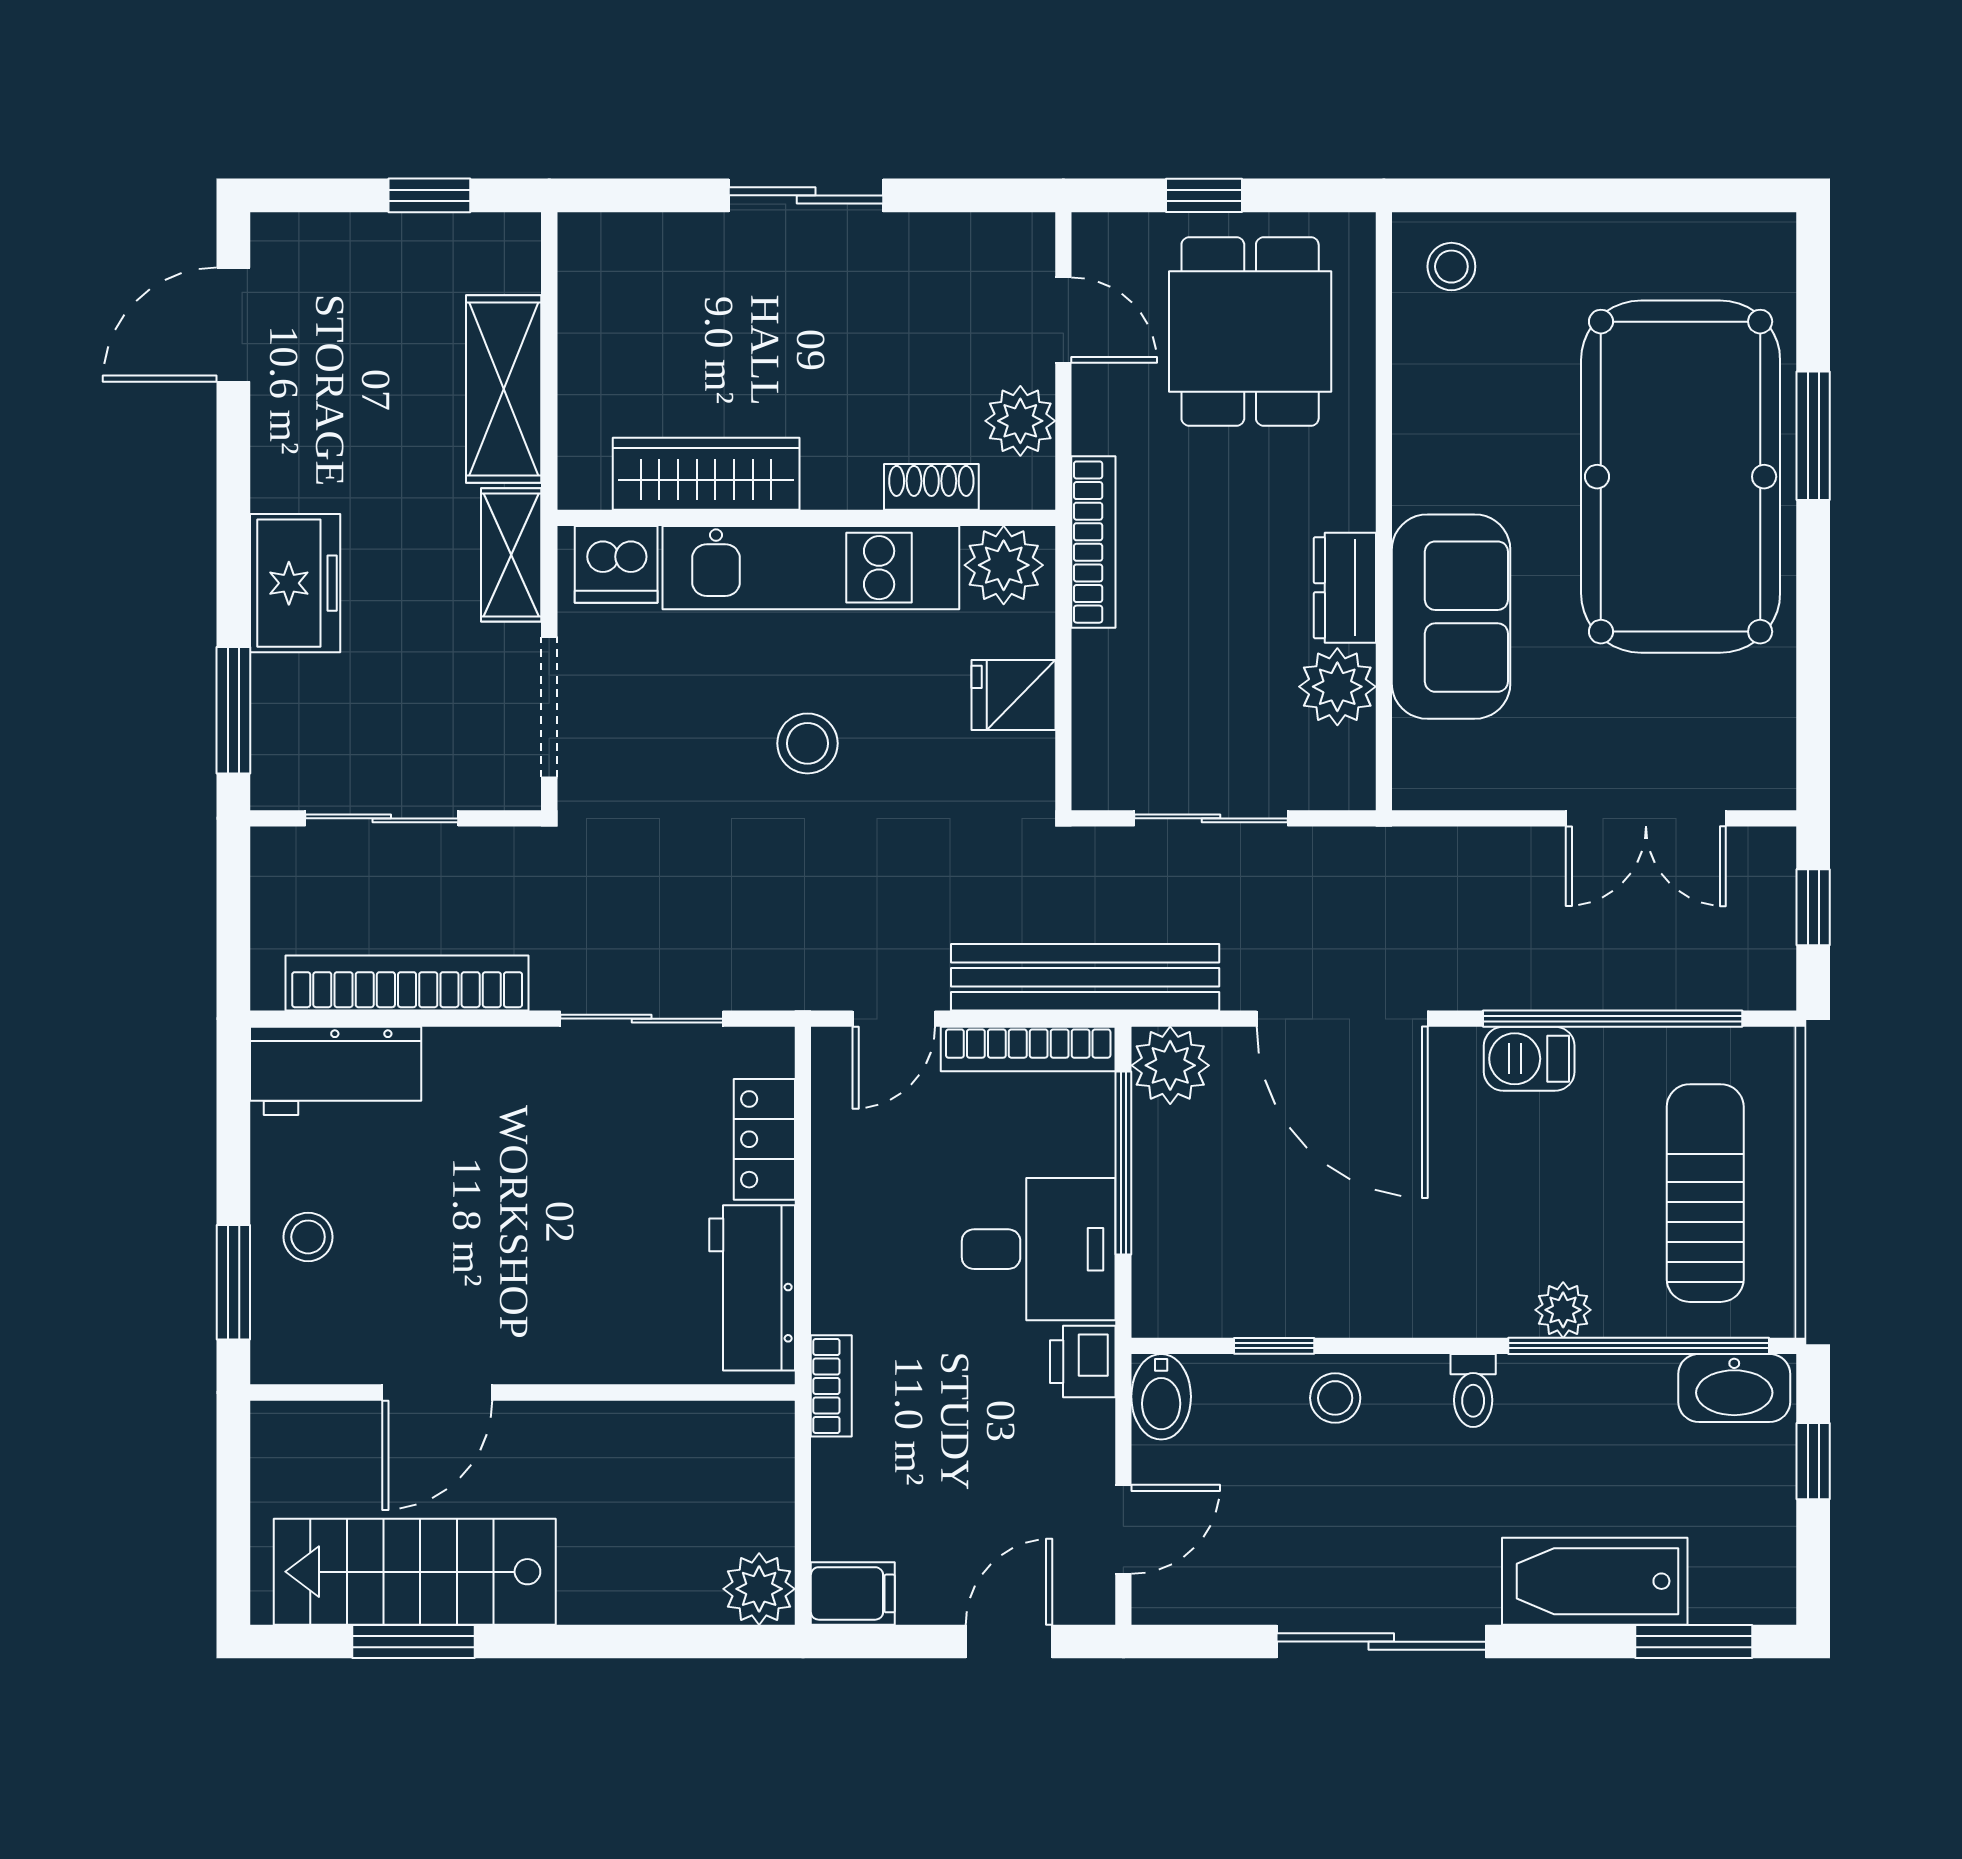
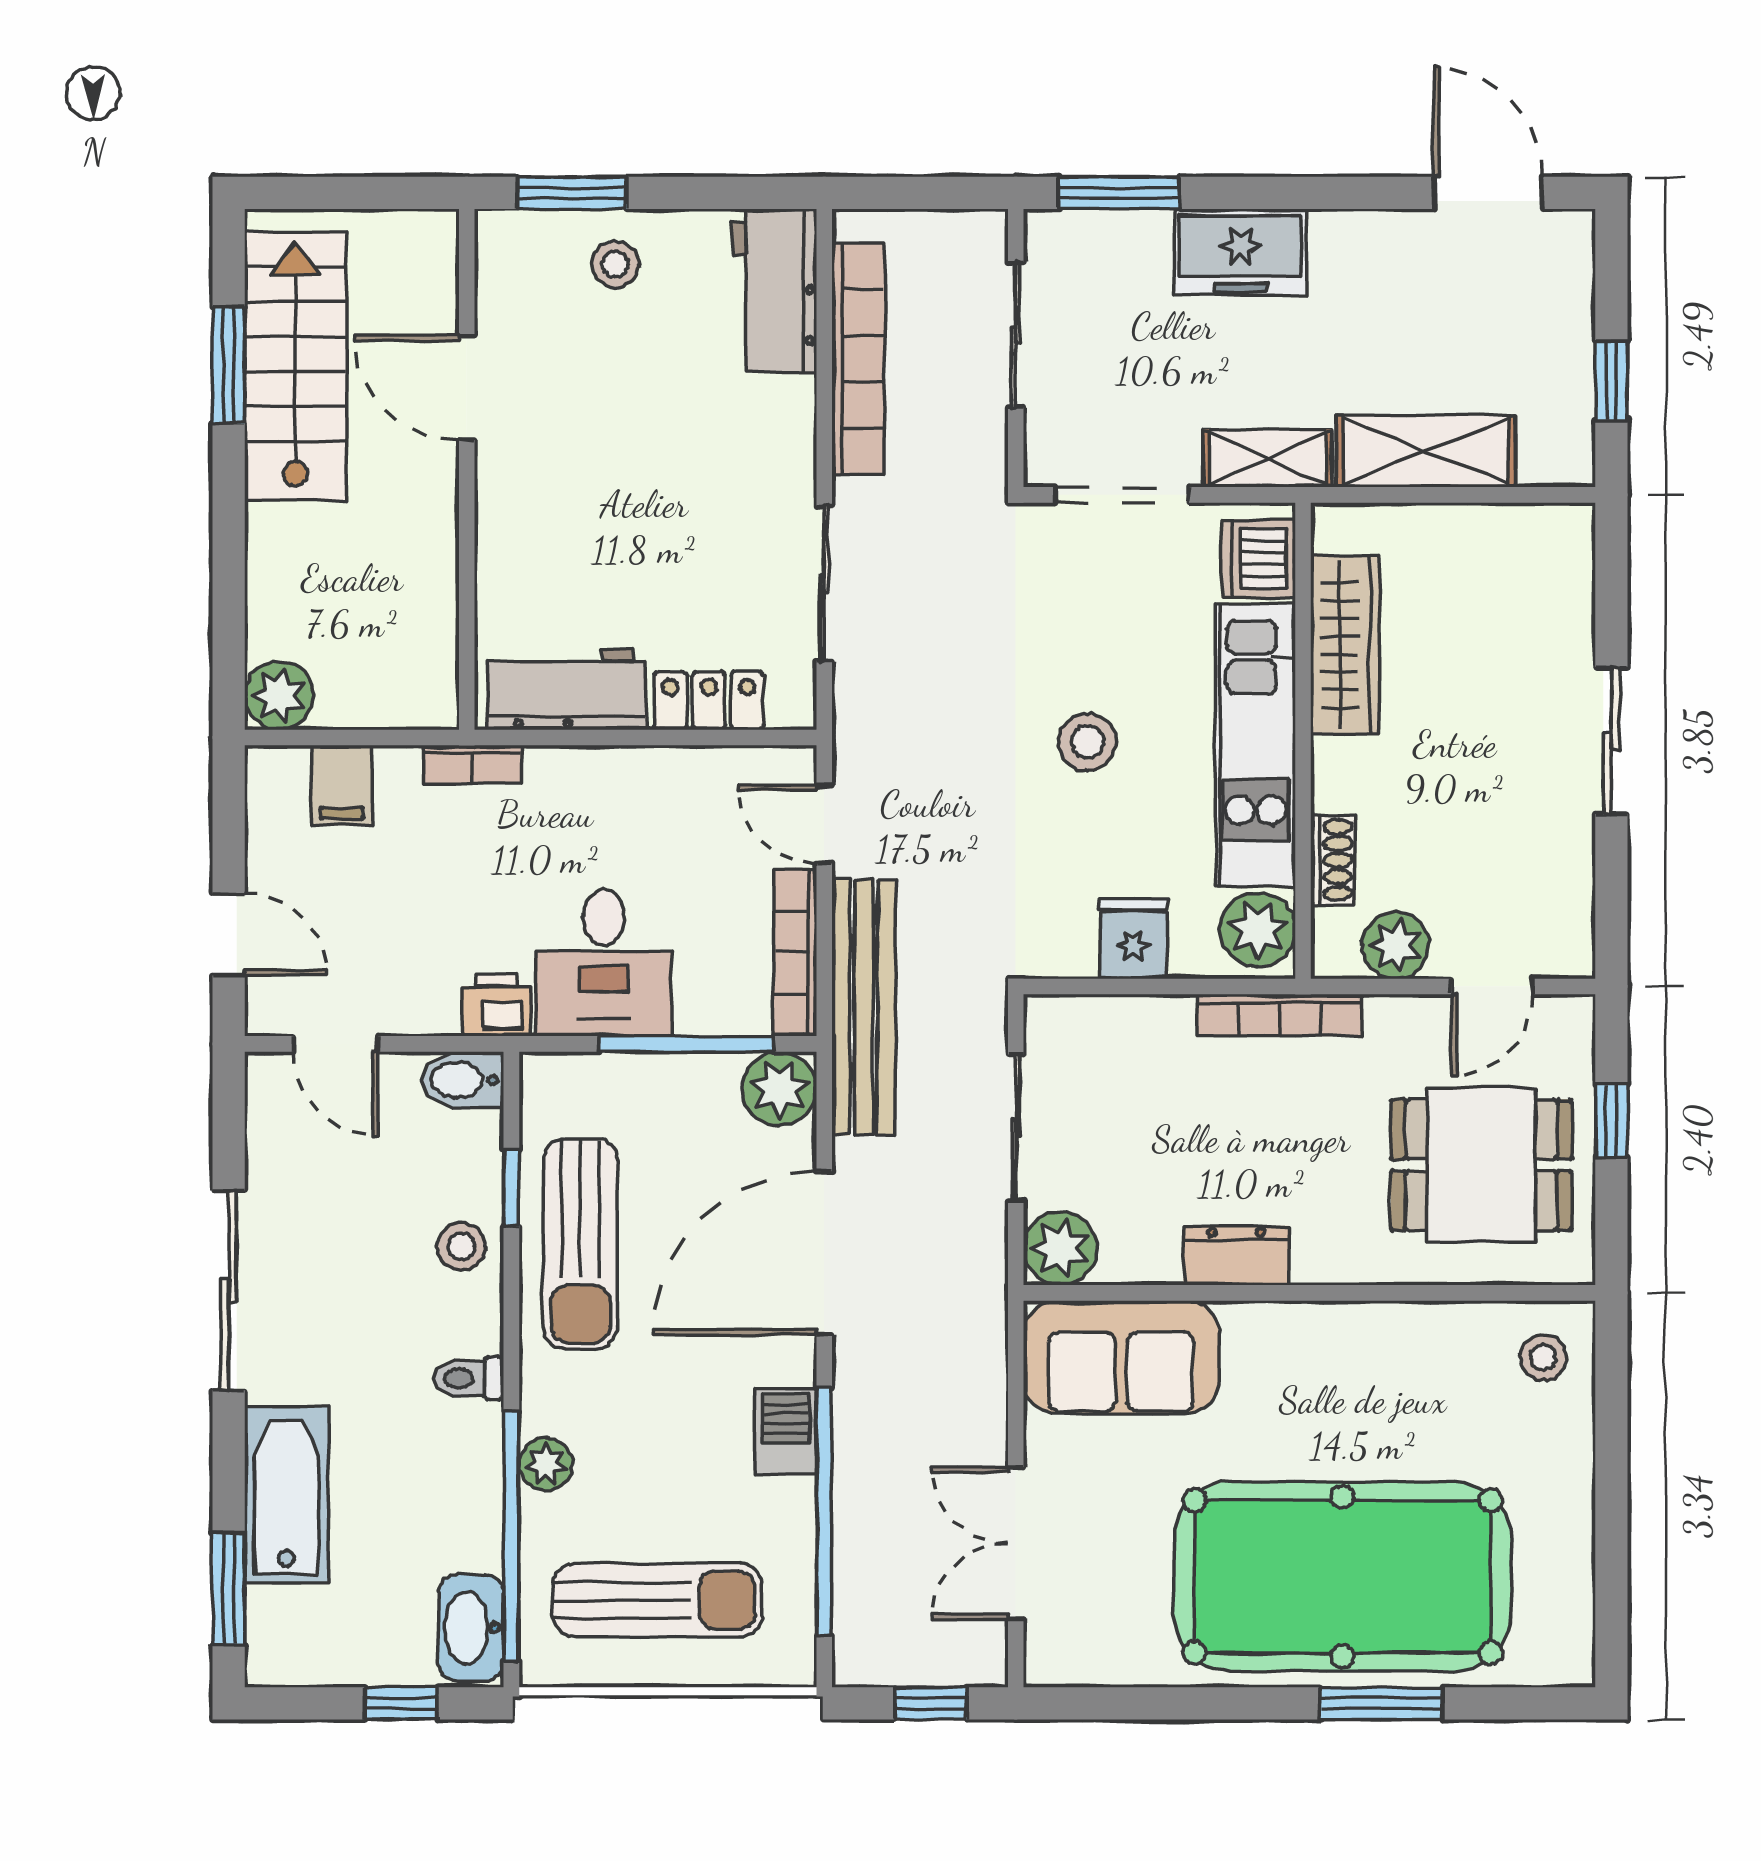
sofa: (1451, 617) -> (1121, 1357), moved
plant: (1337, 687) -> (1060, 1248), moved
sun lounger: (1332, 1274) -> (580, 1244), added
filing cabinet: (853, 1593) -> (342, 785), moved

